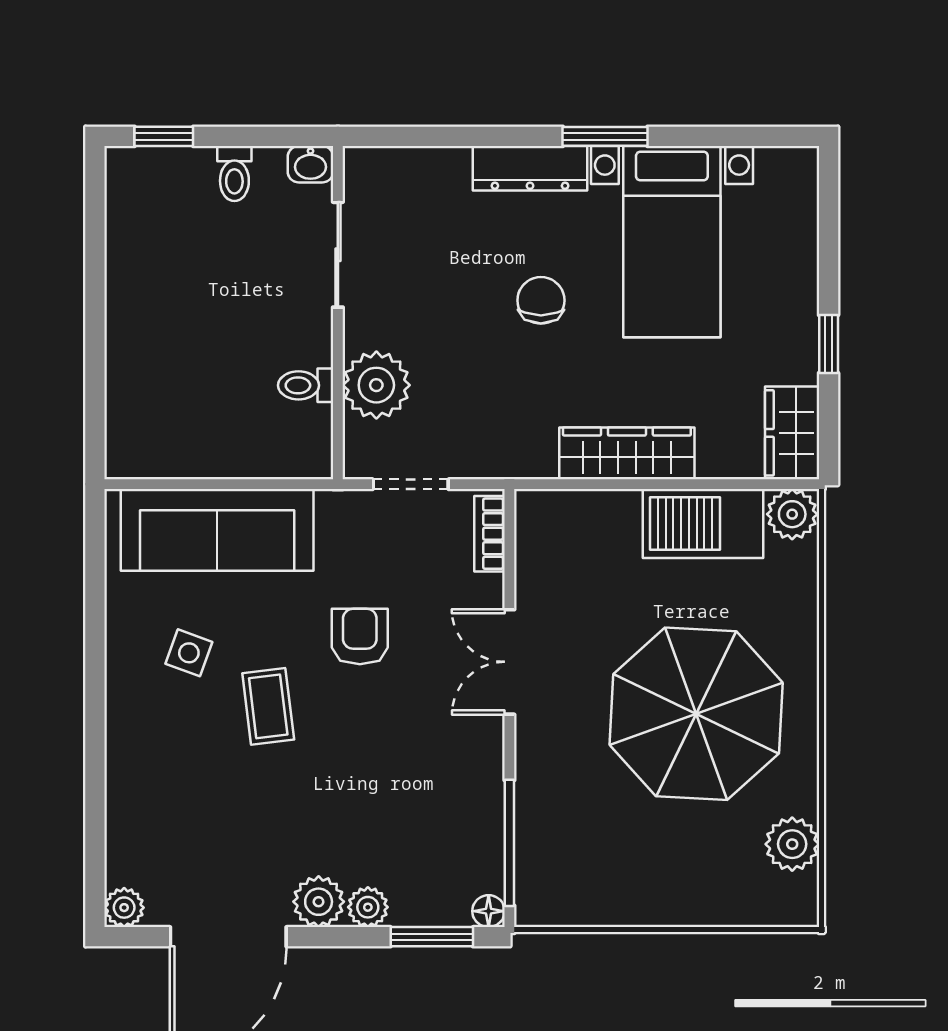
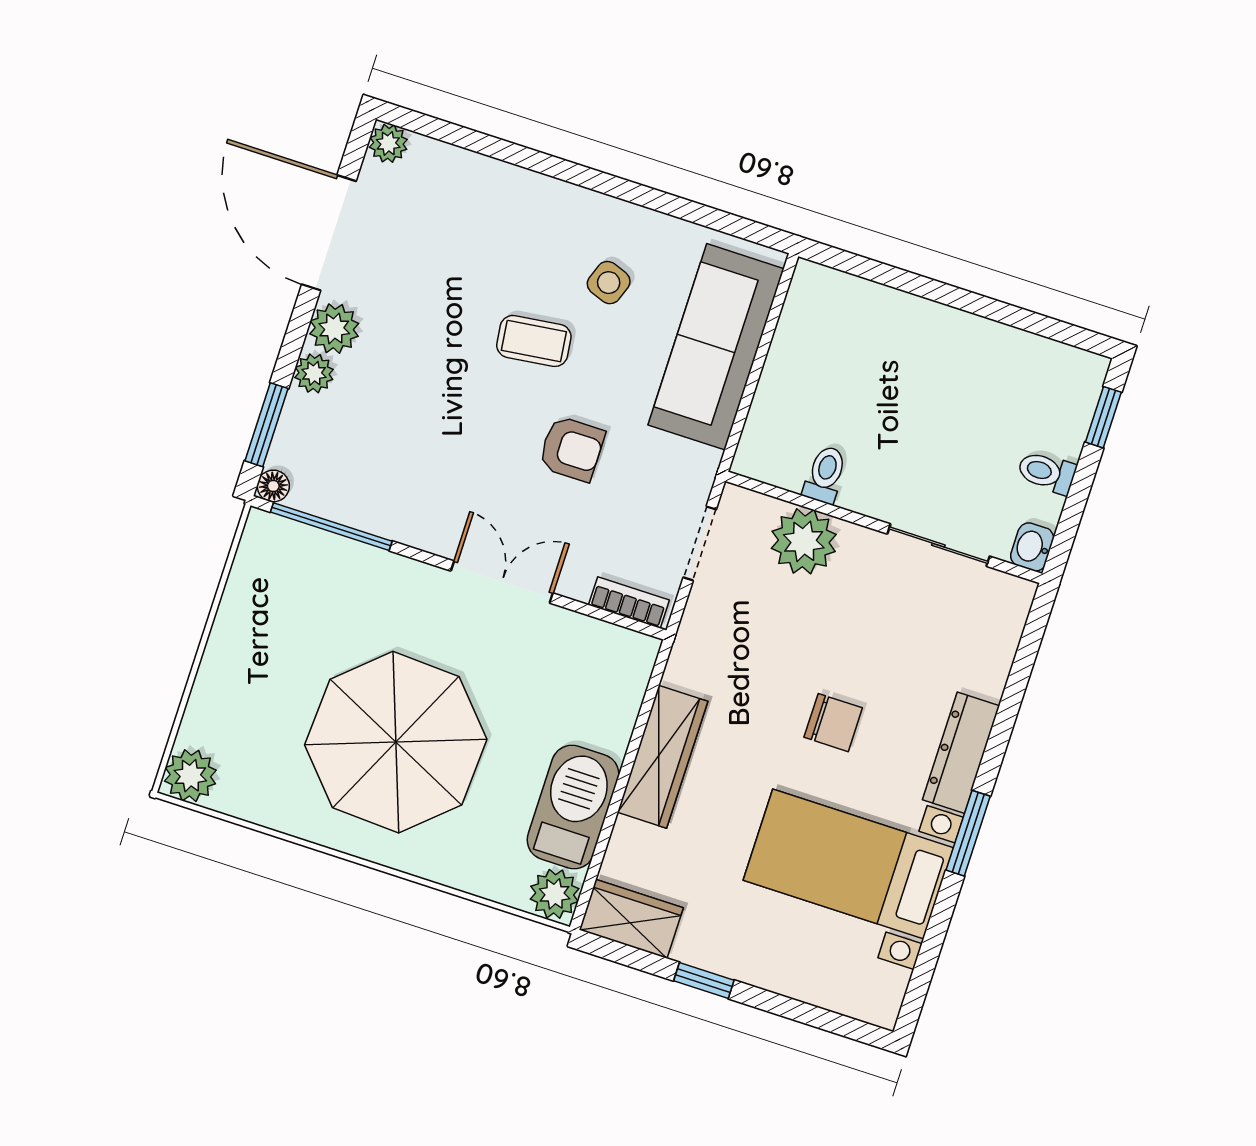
plant: (792, 844) -> (190, 776), moved

